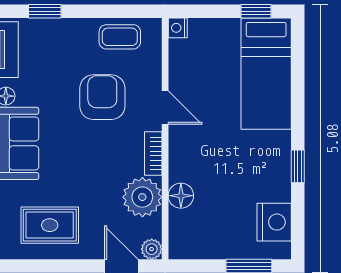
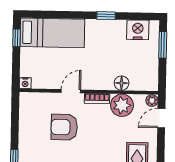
coffee table: (120, 37) -> (30, 116), removed

